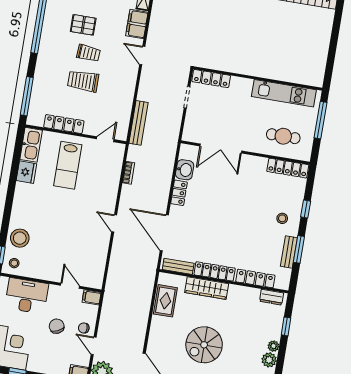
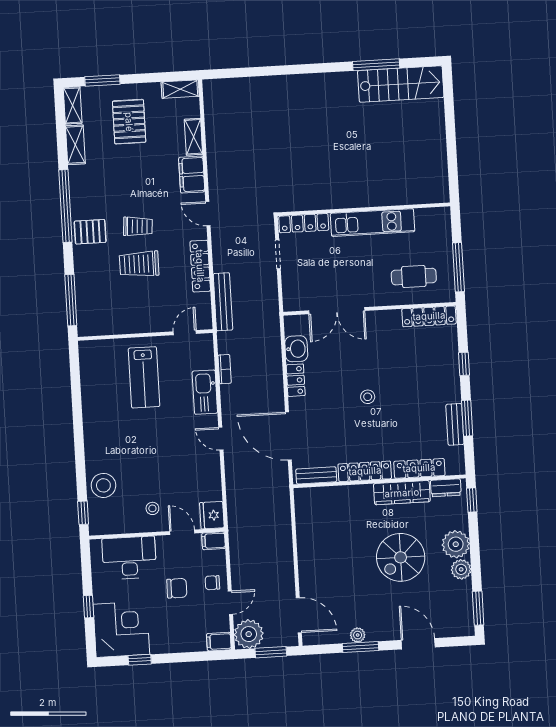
pallet: (83, 25) -> (90, 232), moved
kitchen unit: (284, 93) -> (372, 223), moved
window: (321, 120) -> (458, 267), moved
locker: (64, 124) -> (200, 266), moved, turned -90
kitchen sink: (31, 145) -> (205, 392), moved, turned 180
fridge: (26, 172) -> (212, 515), moved, turned 180
stool: (282, 218) -> (368, 397), moved
stool: (14, 263) -> (152, 508), moved
wardrobe: (207, 288) -> (402, 493), moved
rug: (165, 301) -> (310, 524), removed
chair: (57, 326) -> (177, 588), turned 116
window: (286, 326) -> (472, 500), moved
spiral stairs: (204, 345) -> (401, 557), moved
door: (94, 346) -> (230, 603), swing flipped
plant: (273, 346) -> (456, 544), width x1.87, depth x1.87

